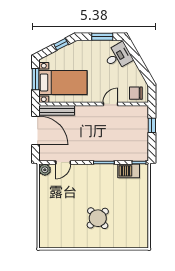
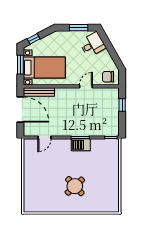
window: (61, 44) -> (34, 39), moved
plant: (45, 170) -> (29, 144), removed
barbecue: (129, 171) -> (81, 145), moved

